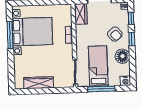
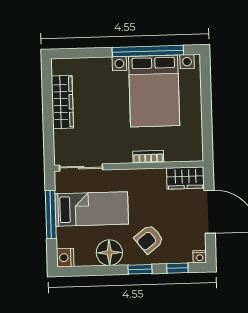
window: (10, 35) -> (148, 51), width x1.46

